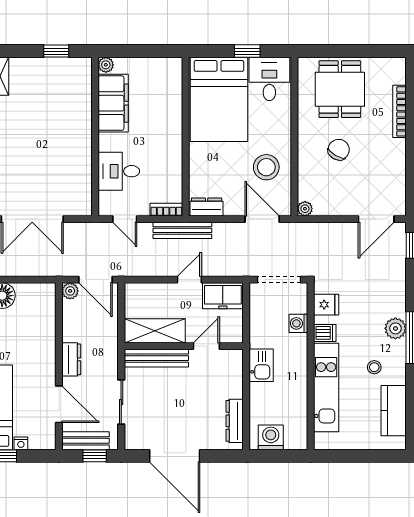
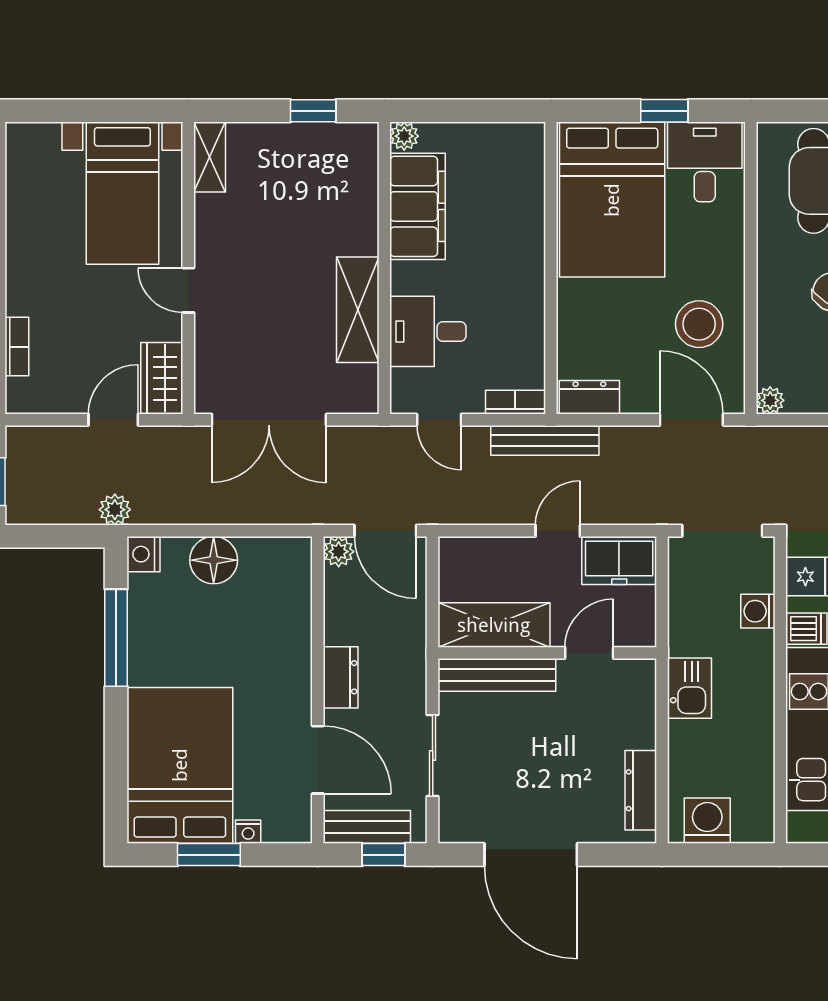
shelving: (81, 159) -> (358, 310), added

